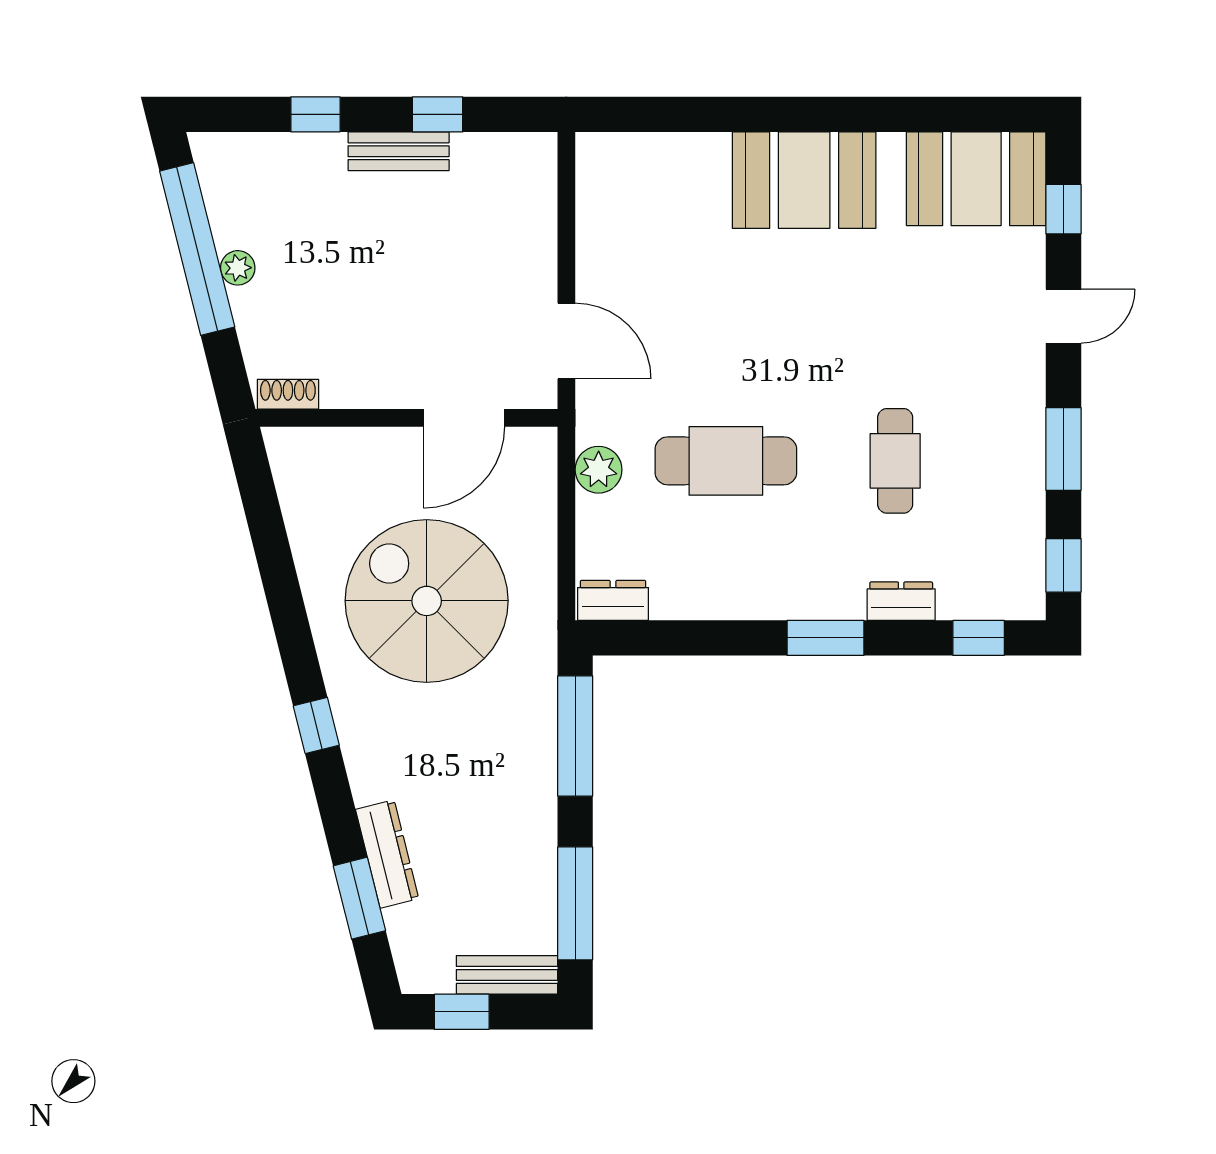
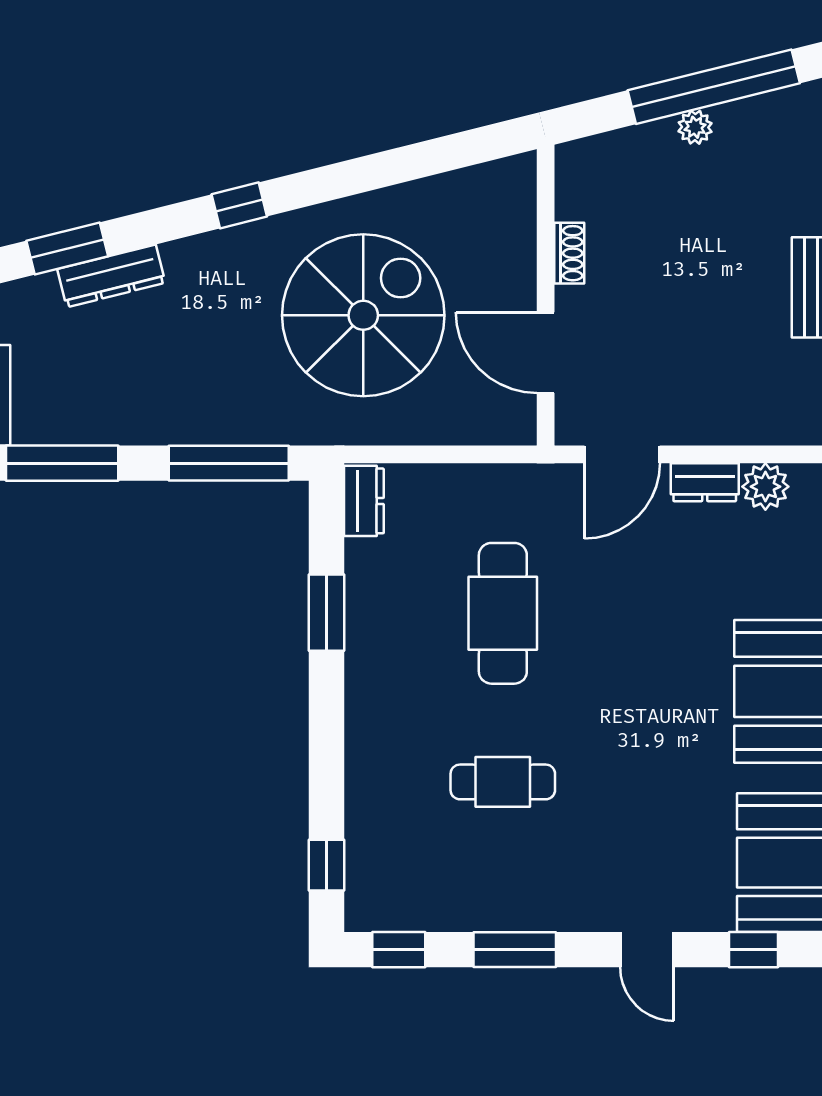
shoe rack: (288, 394) -> (569, 253), moved
plant: (599, 470) -> (765, 487), moved
dresser: (901, 601) -> (705, 482), moved, turned 90
window: (825, 638) -> (327, 613), moved

